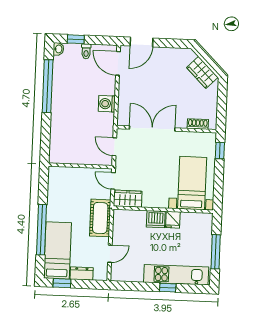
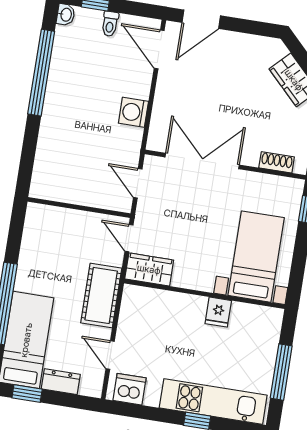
dishwasher: (156, 219) -> (130, 389), moved, turned 180
door: (110, 254) -> (110, 355), swing flipped

